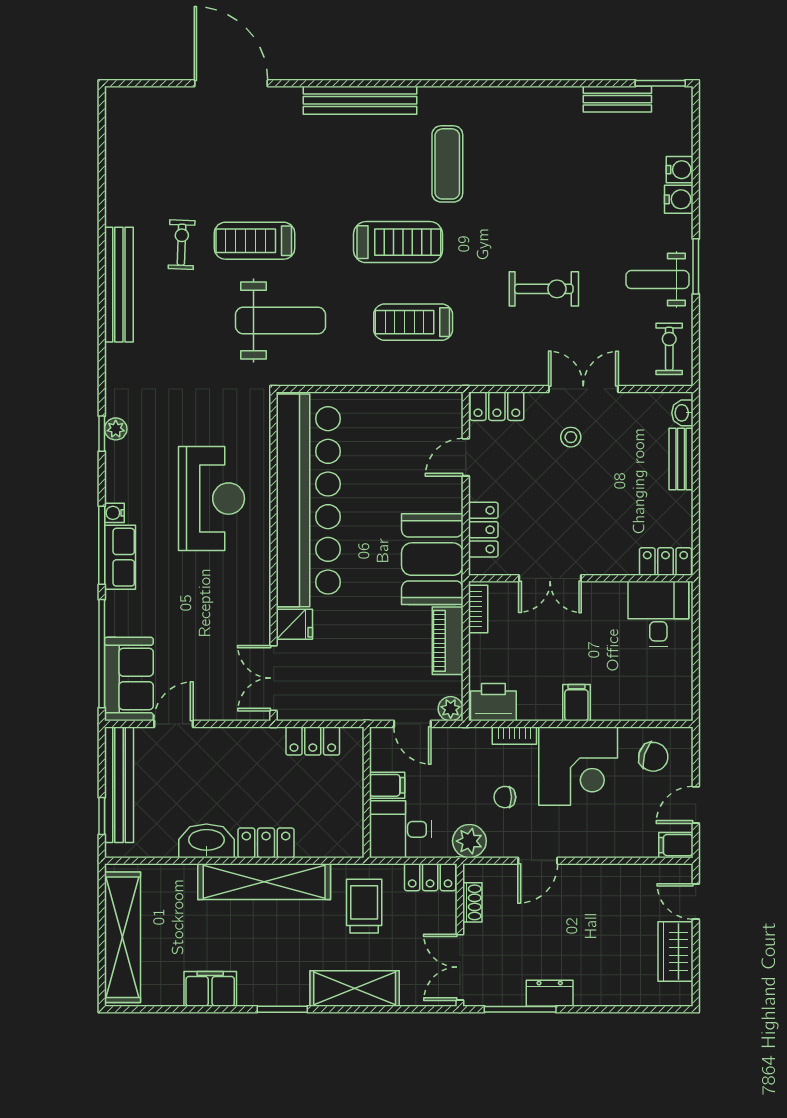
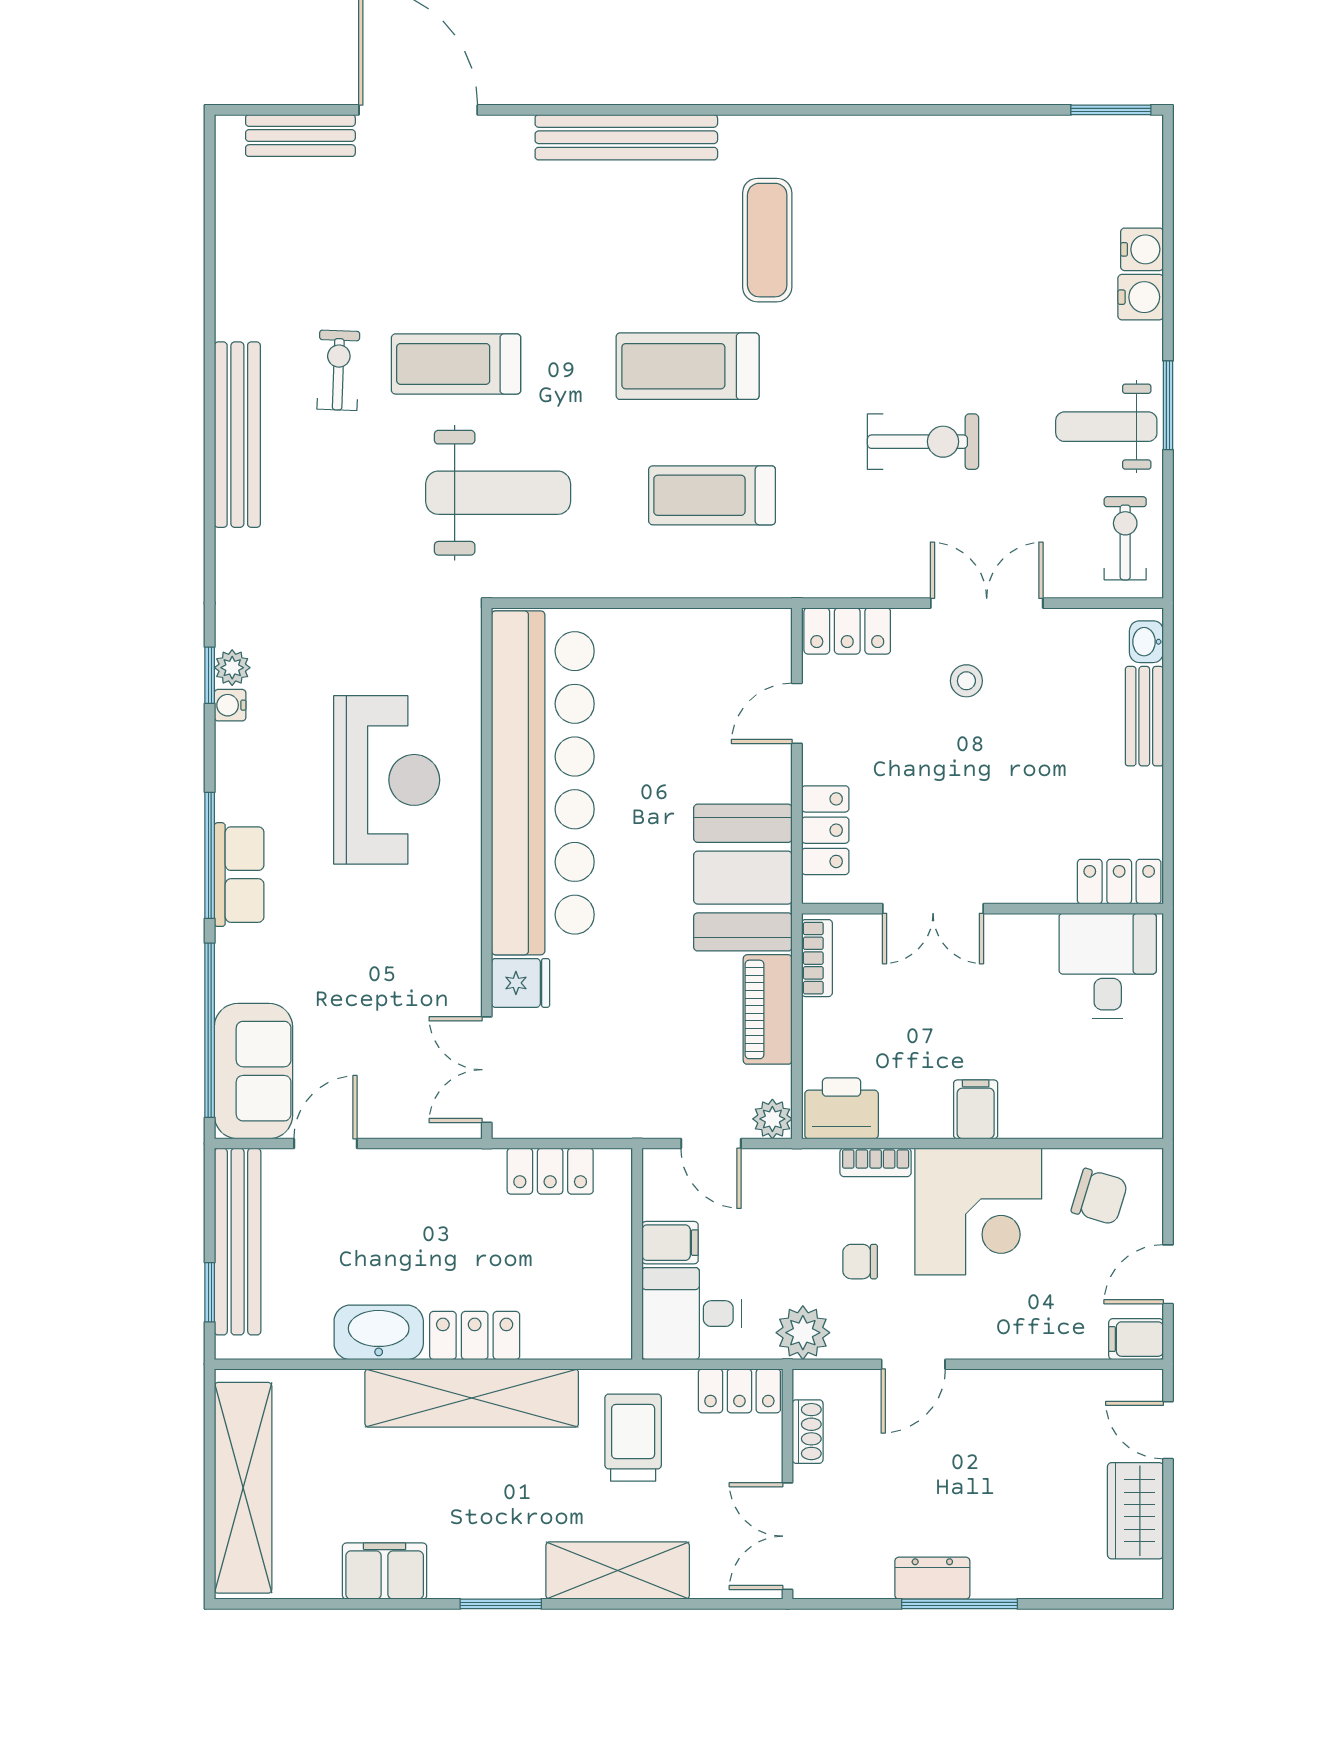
bench: (617, 99) -> (300, 136), moved
treadmill: (398, 242) -> (688, 366), turned 180
water cooler: (114, 513) -> (230, 705), moved
window: (520, 1009) -> (960, 1604), moved

